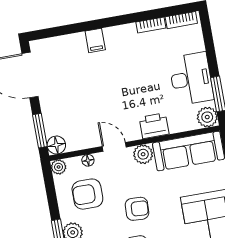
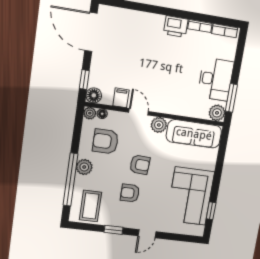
filing cabinet: (95, 40) -> (121, 98), moved, turned 180
printer: (154, 126) -> (176, 27), moved, turned 180
window: (40, 131) -> (84, 80), width x0.67
floor lamp: (88, 160) -> (102, 114), moved

